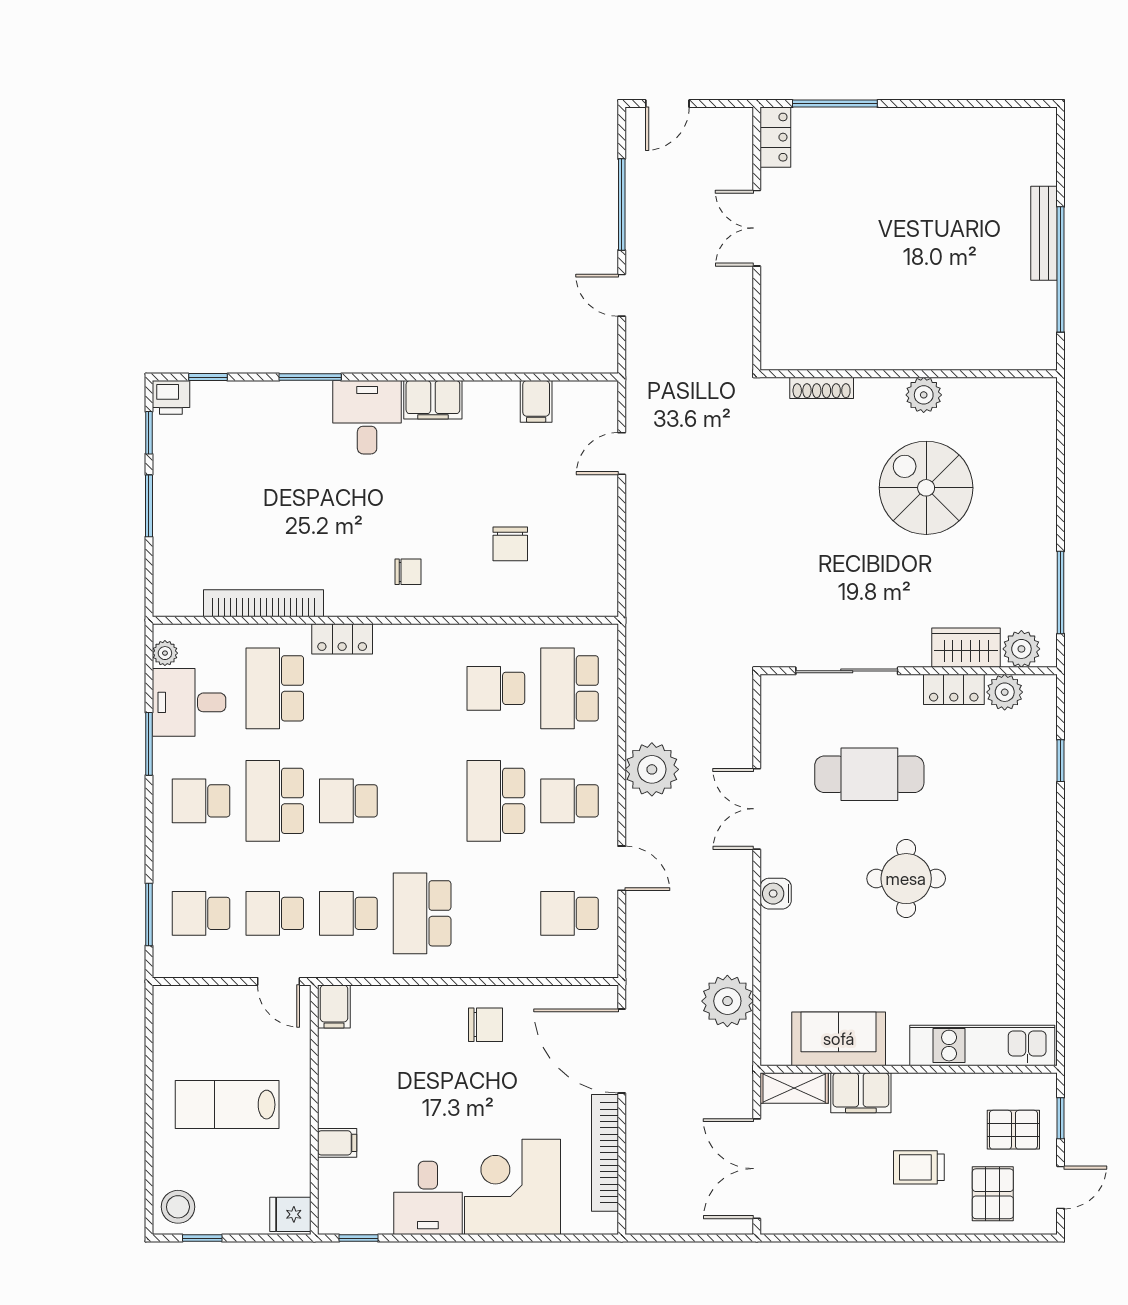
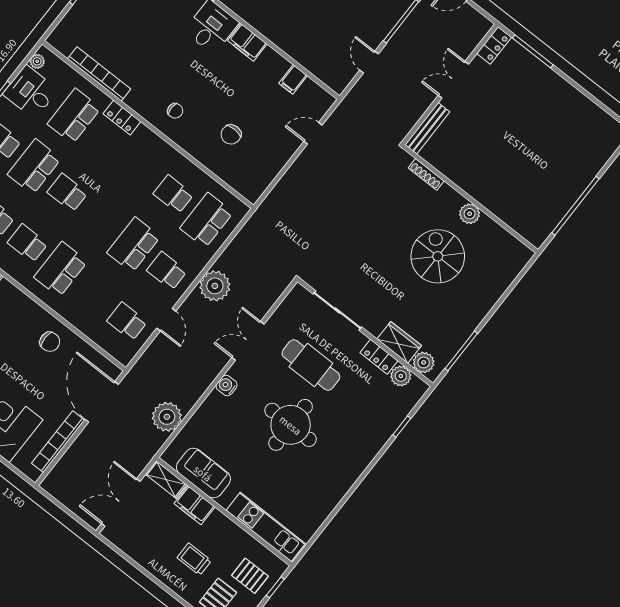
bench: (1044, 233) -> (427, 128), moved
round table: (906, 879) -> (291, 425), width x1.36, depth x1.36

